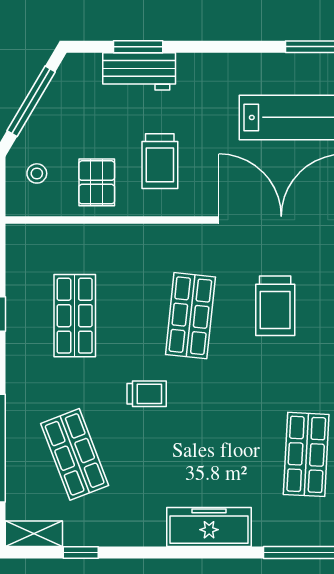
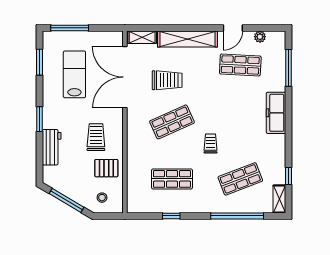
window: (138, 47) -> (40, 119), moved
trolley: (160, 161) -> (96, 137), turned -90
shop shelf: (190, 316) -> (172, 122), turned -30

